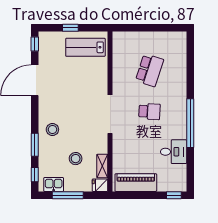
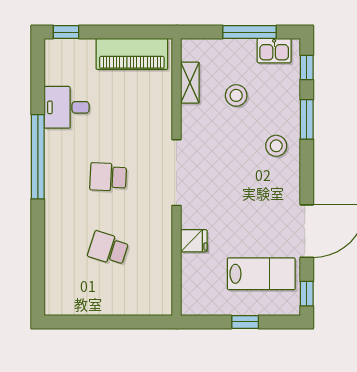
lab bench: (85, 47) -> (261, 274), moved
school desk: (149, 70) -> (108, 249), width x0.54
fridge: (100, 185) -> (194, 241), moved

